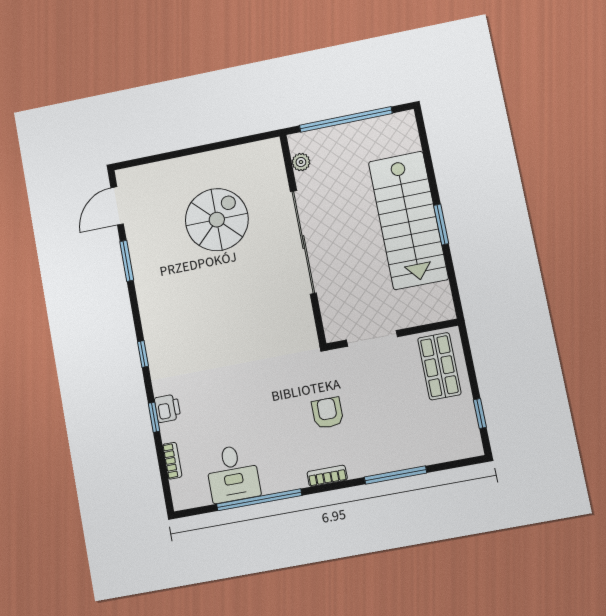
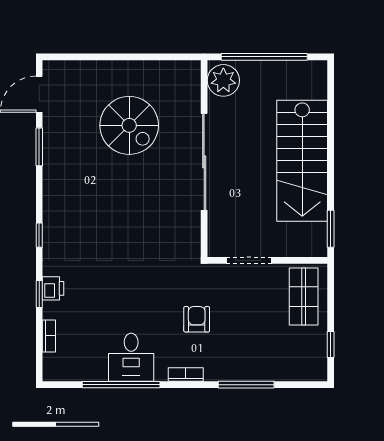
plant: (301, 162) -> (223, 80), width x1.88, depth x1.88
spiral stairs: (217, 220) -> (129, 125), turned 90
window: (441, 225) -> (331, 229), moved
desk: (233, 473) -> (131, 357), moved

